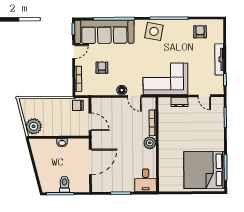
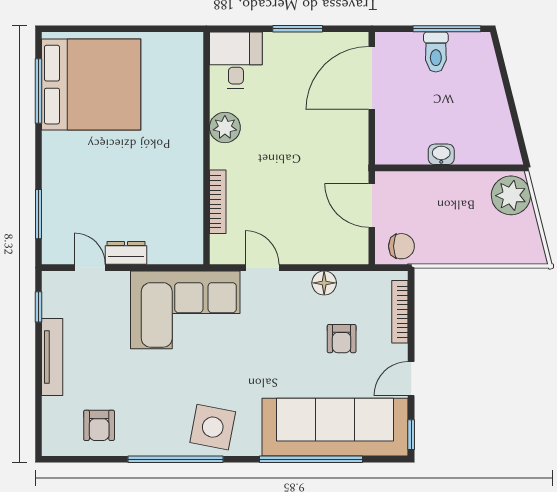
floor lamp: (122, 90) -> (324, 283), moved
dresser: (179, 102) -> (126, 253), moved
plant: (150, 143) -> (225, 127), moved
door: (90, 162) -> (372, 78), moved

